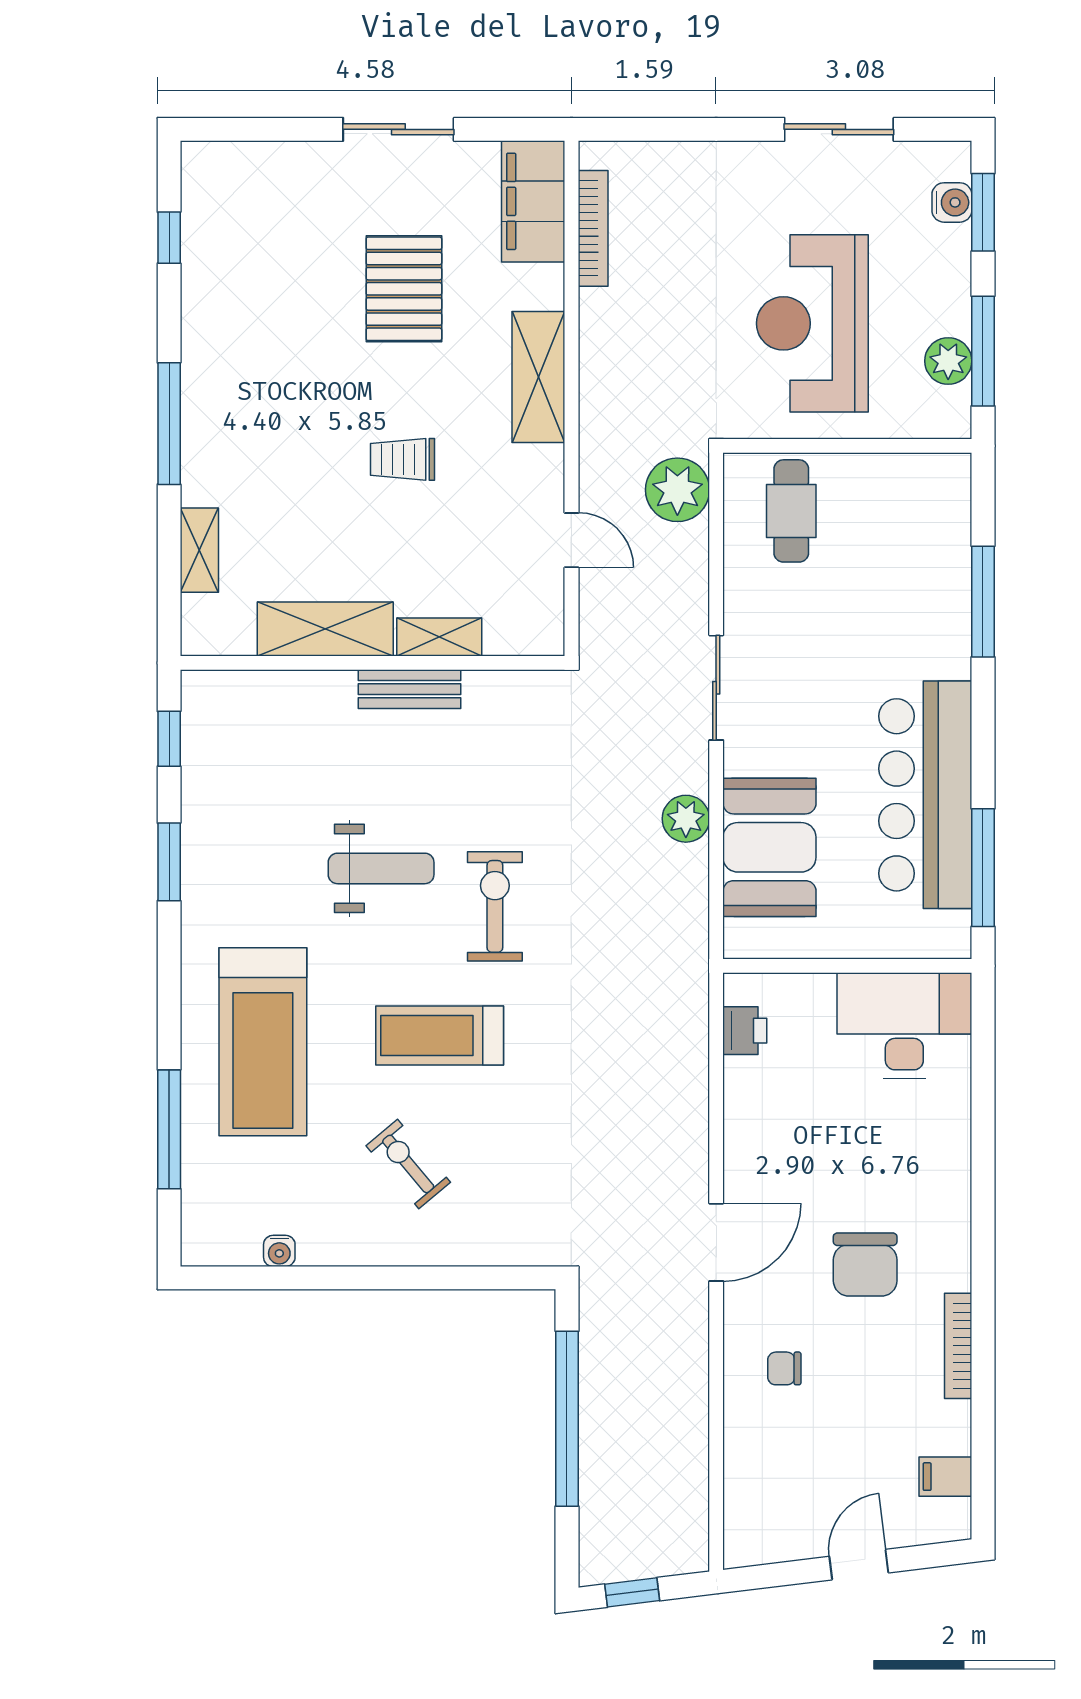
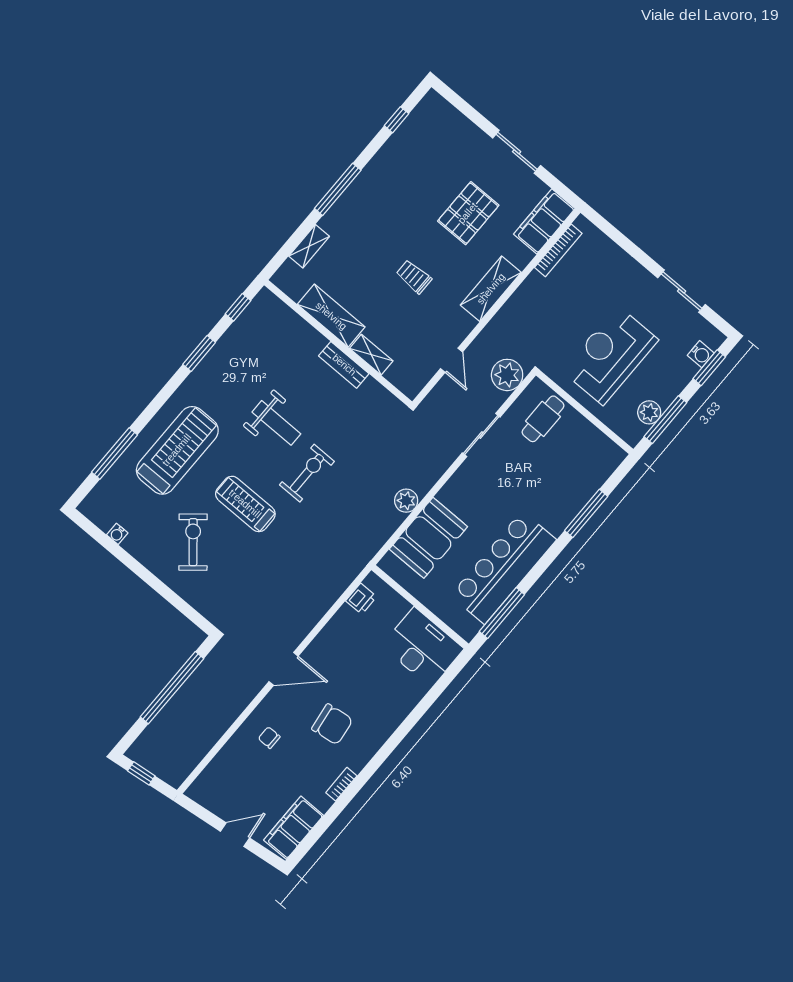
sliding door: (716, 688) -> (481, 435), moved
treadmill: (263, 1042) -> (177, 450), turned 180
exercise bike: (408, 1164) -> (193, 542), width x1.38, depth x1.39
chair: (865, 1265) -> (332, 724), turned -98
bookcase: (958, 1346) -> (341, 784), width x0.64
filing cabinet: (945, 1477) -> (294, 828), width x3.00, depth x1.17

